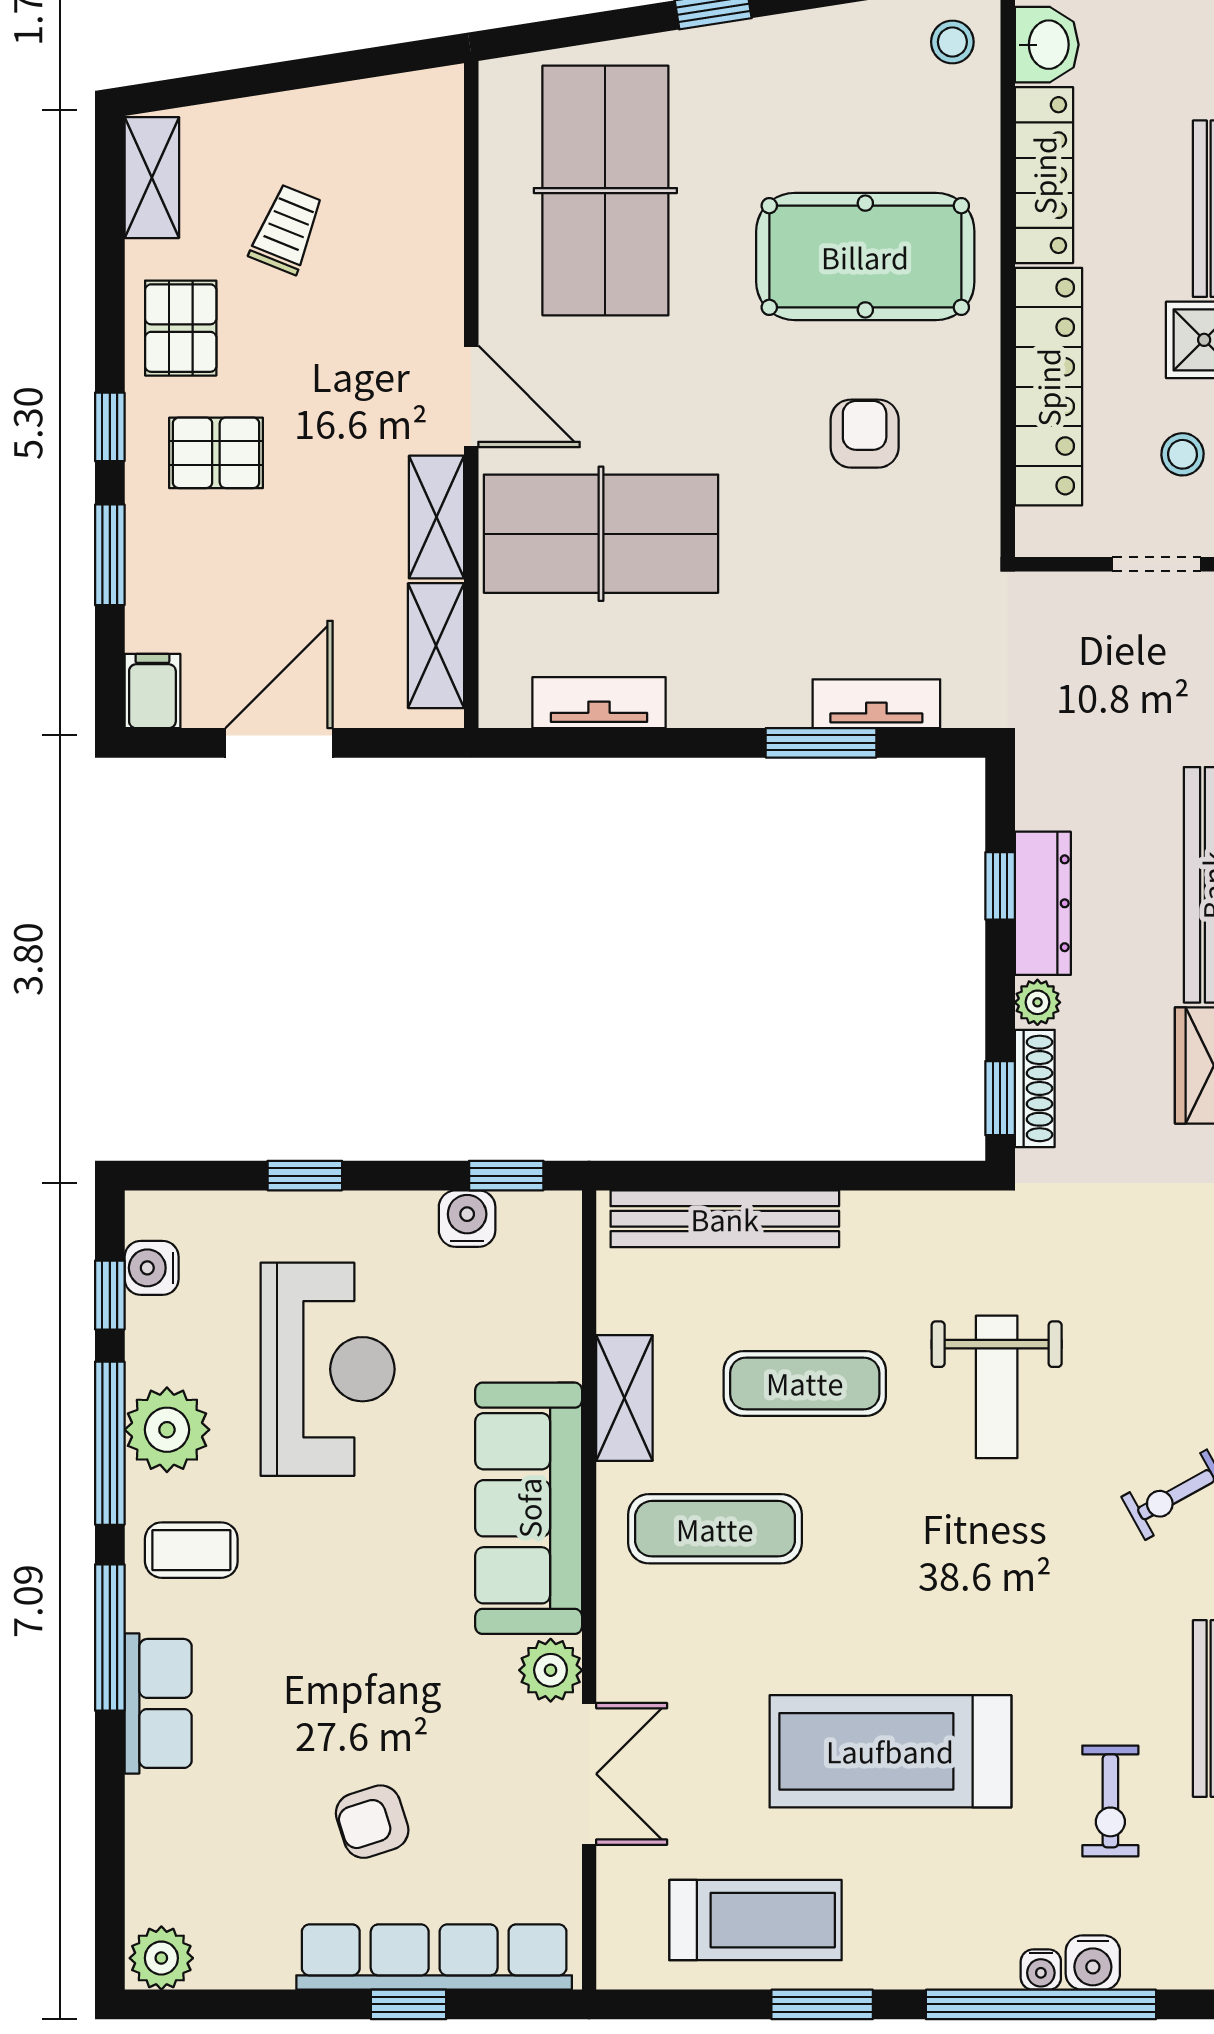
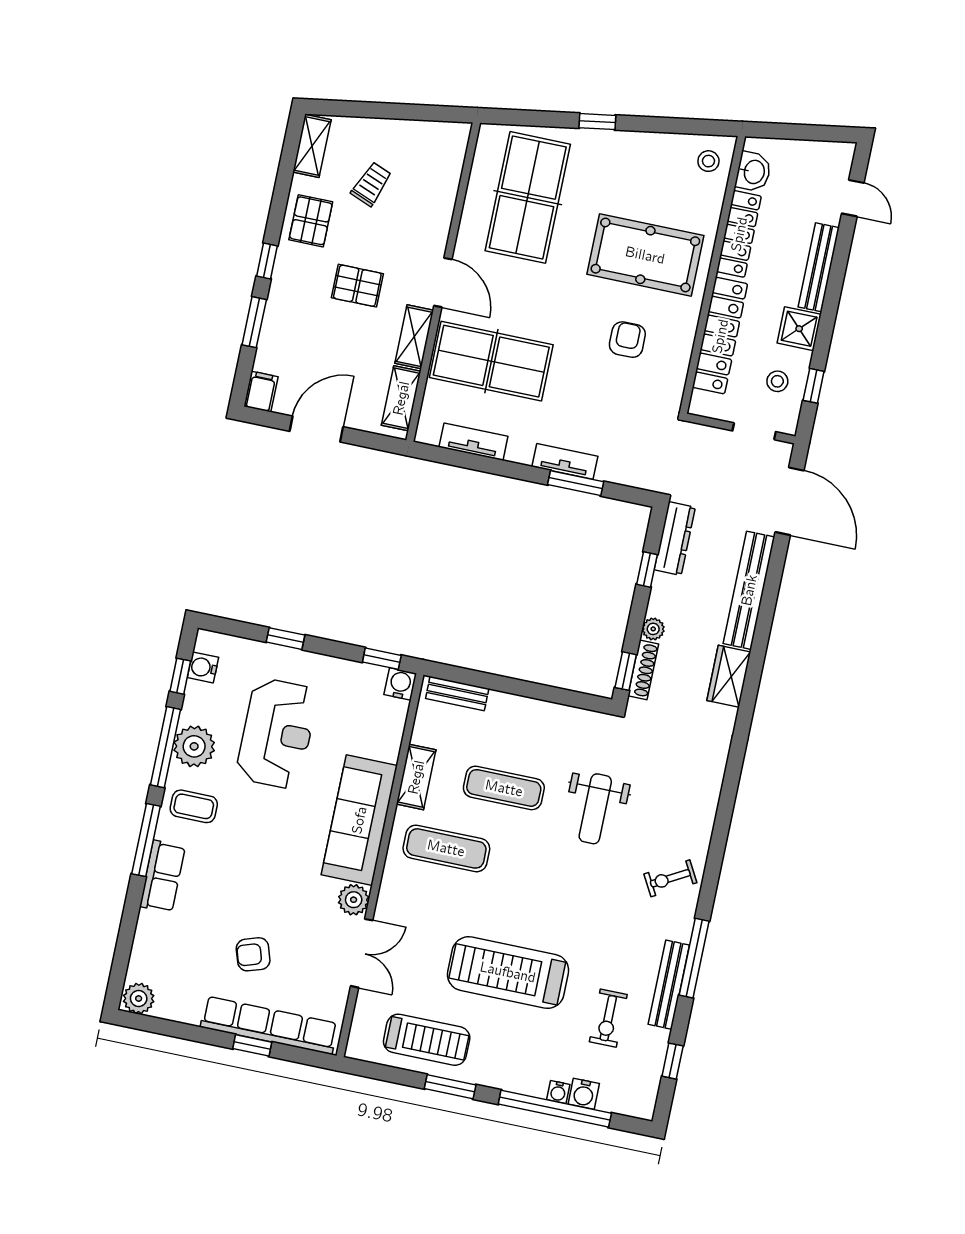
pallet: (216, 453) -> (357, 286), moved
tv unit: (876, 704) -> (565, 461), moved
dresser: (1043, 903) -> (675, 538), moved
water cooler: (467, 1219) -> (400, 684), moved
bench: (725, 1219) -> (457, 693), width x0.54, depth x0.82

